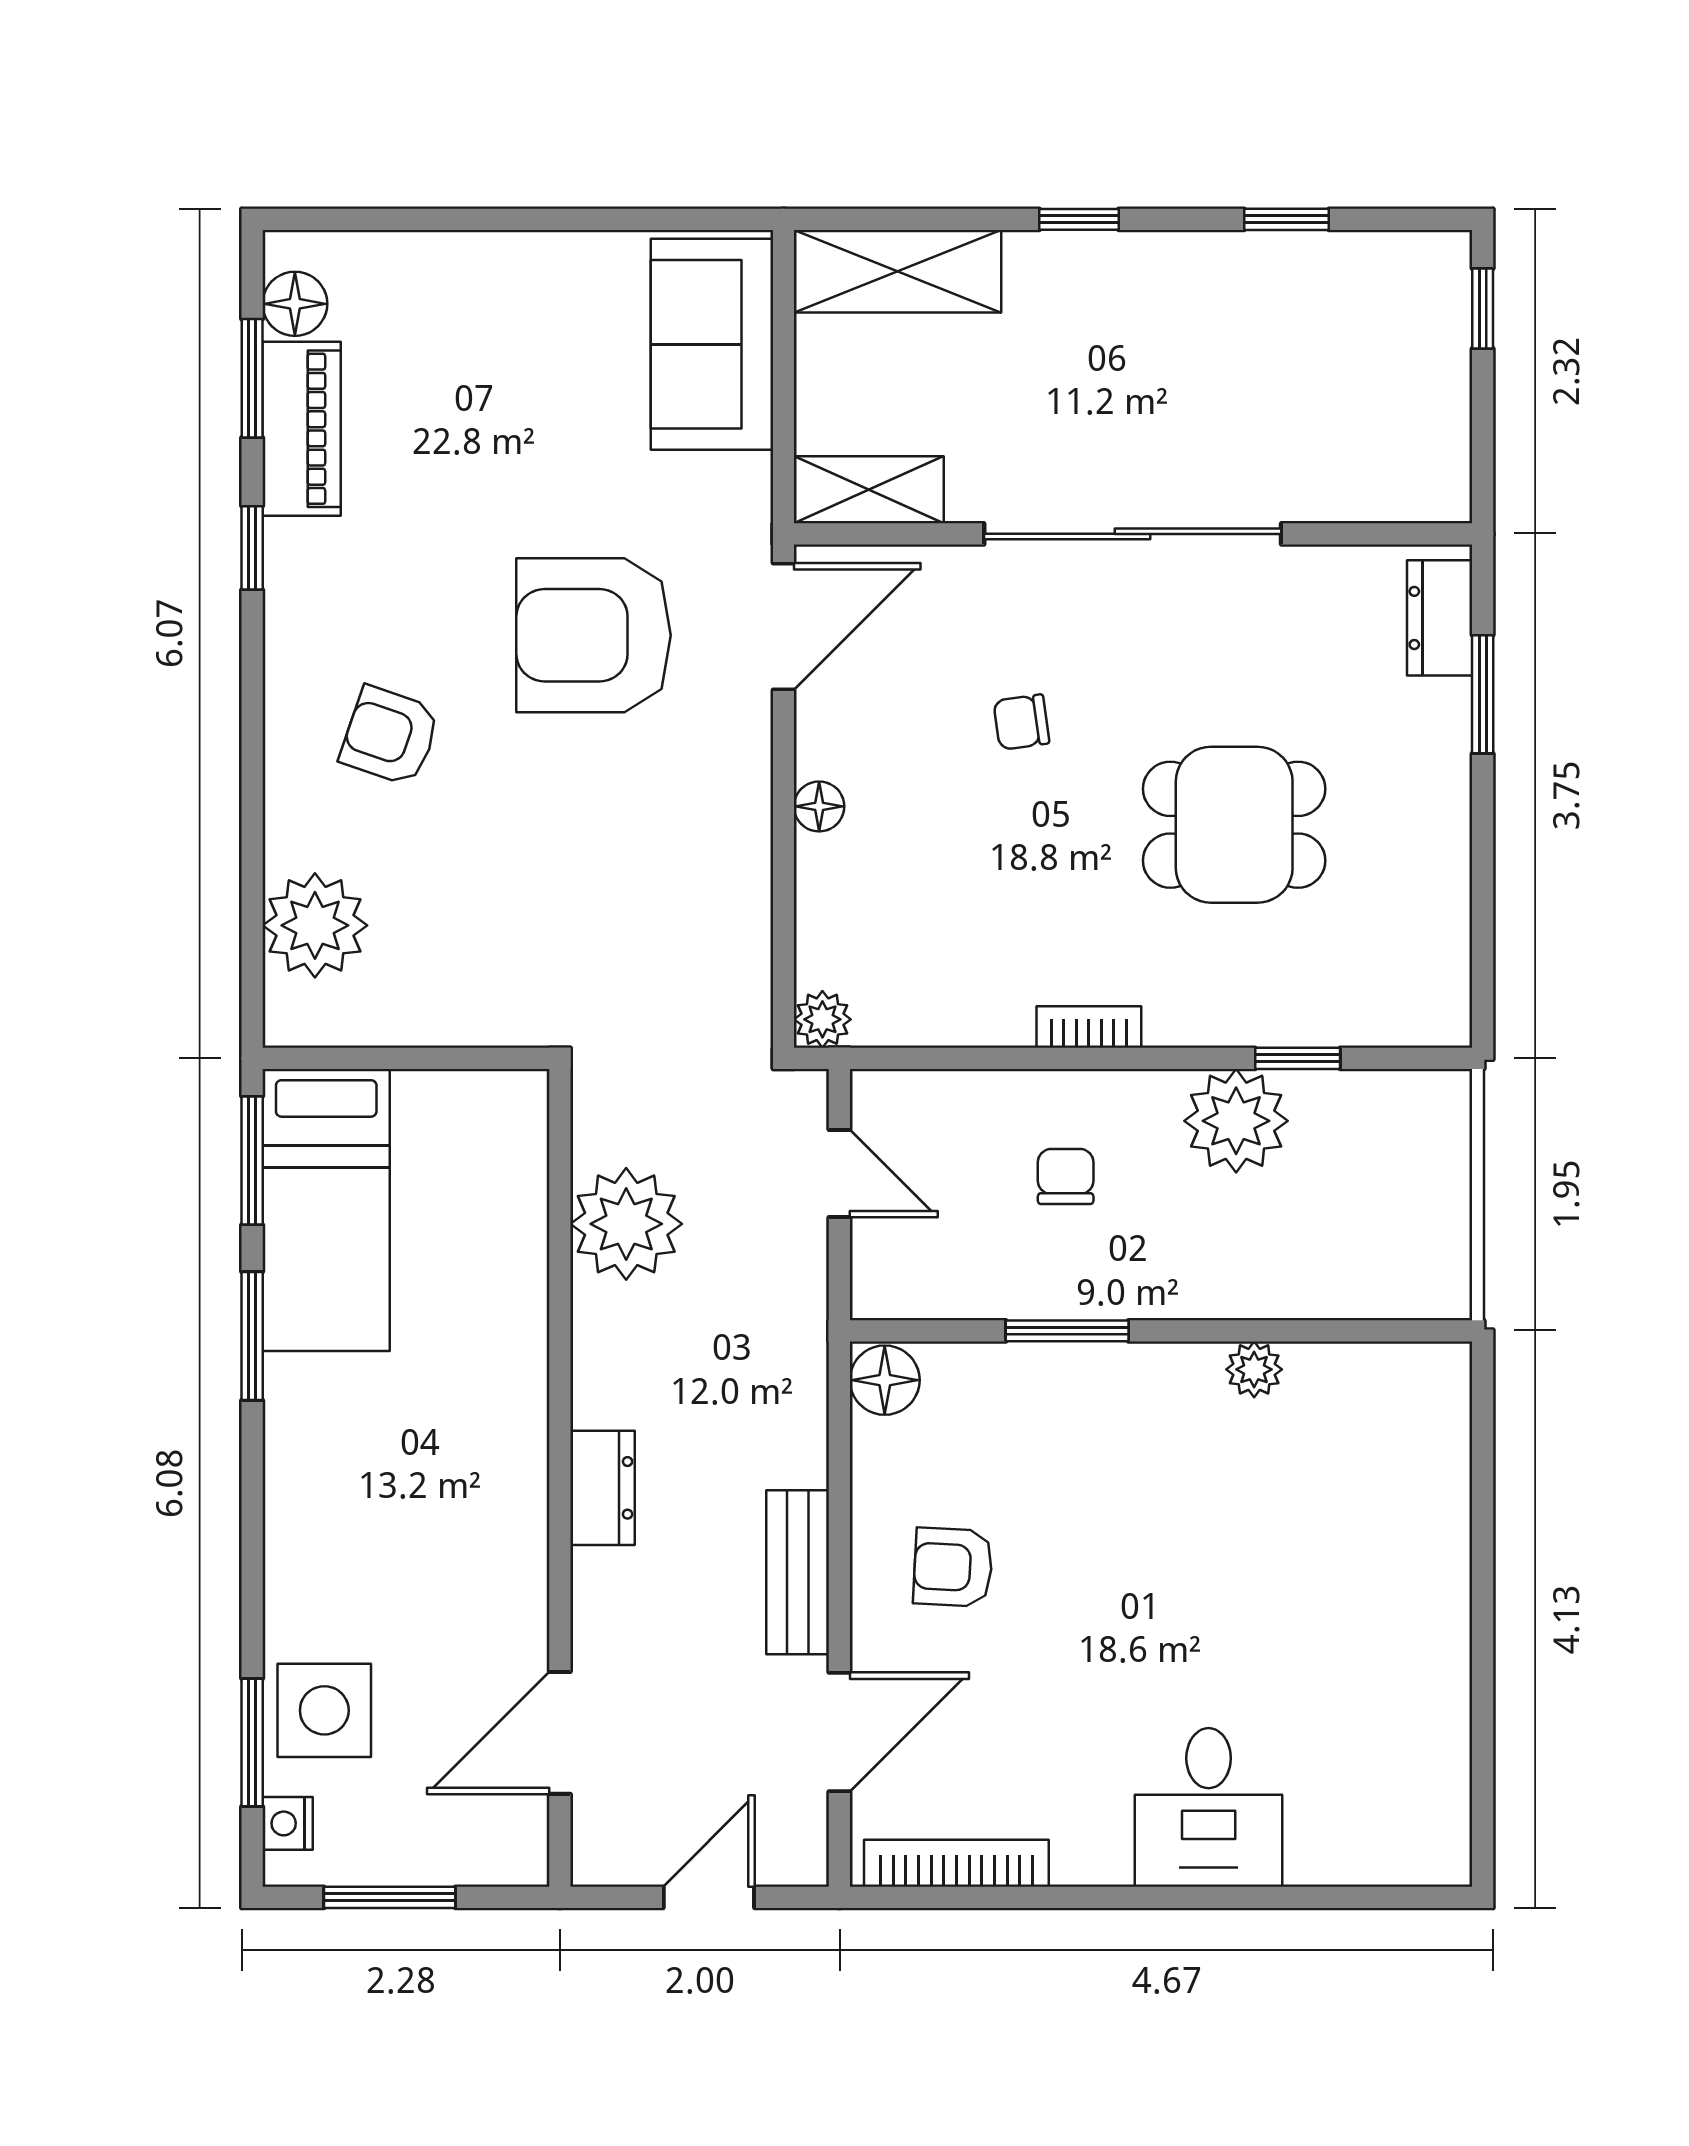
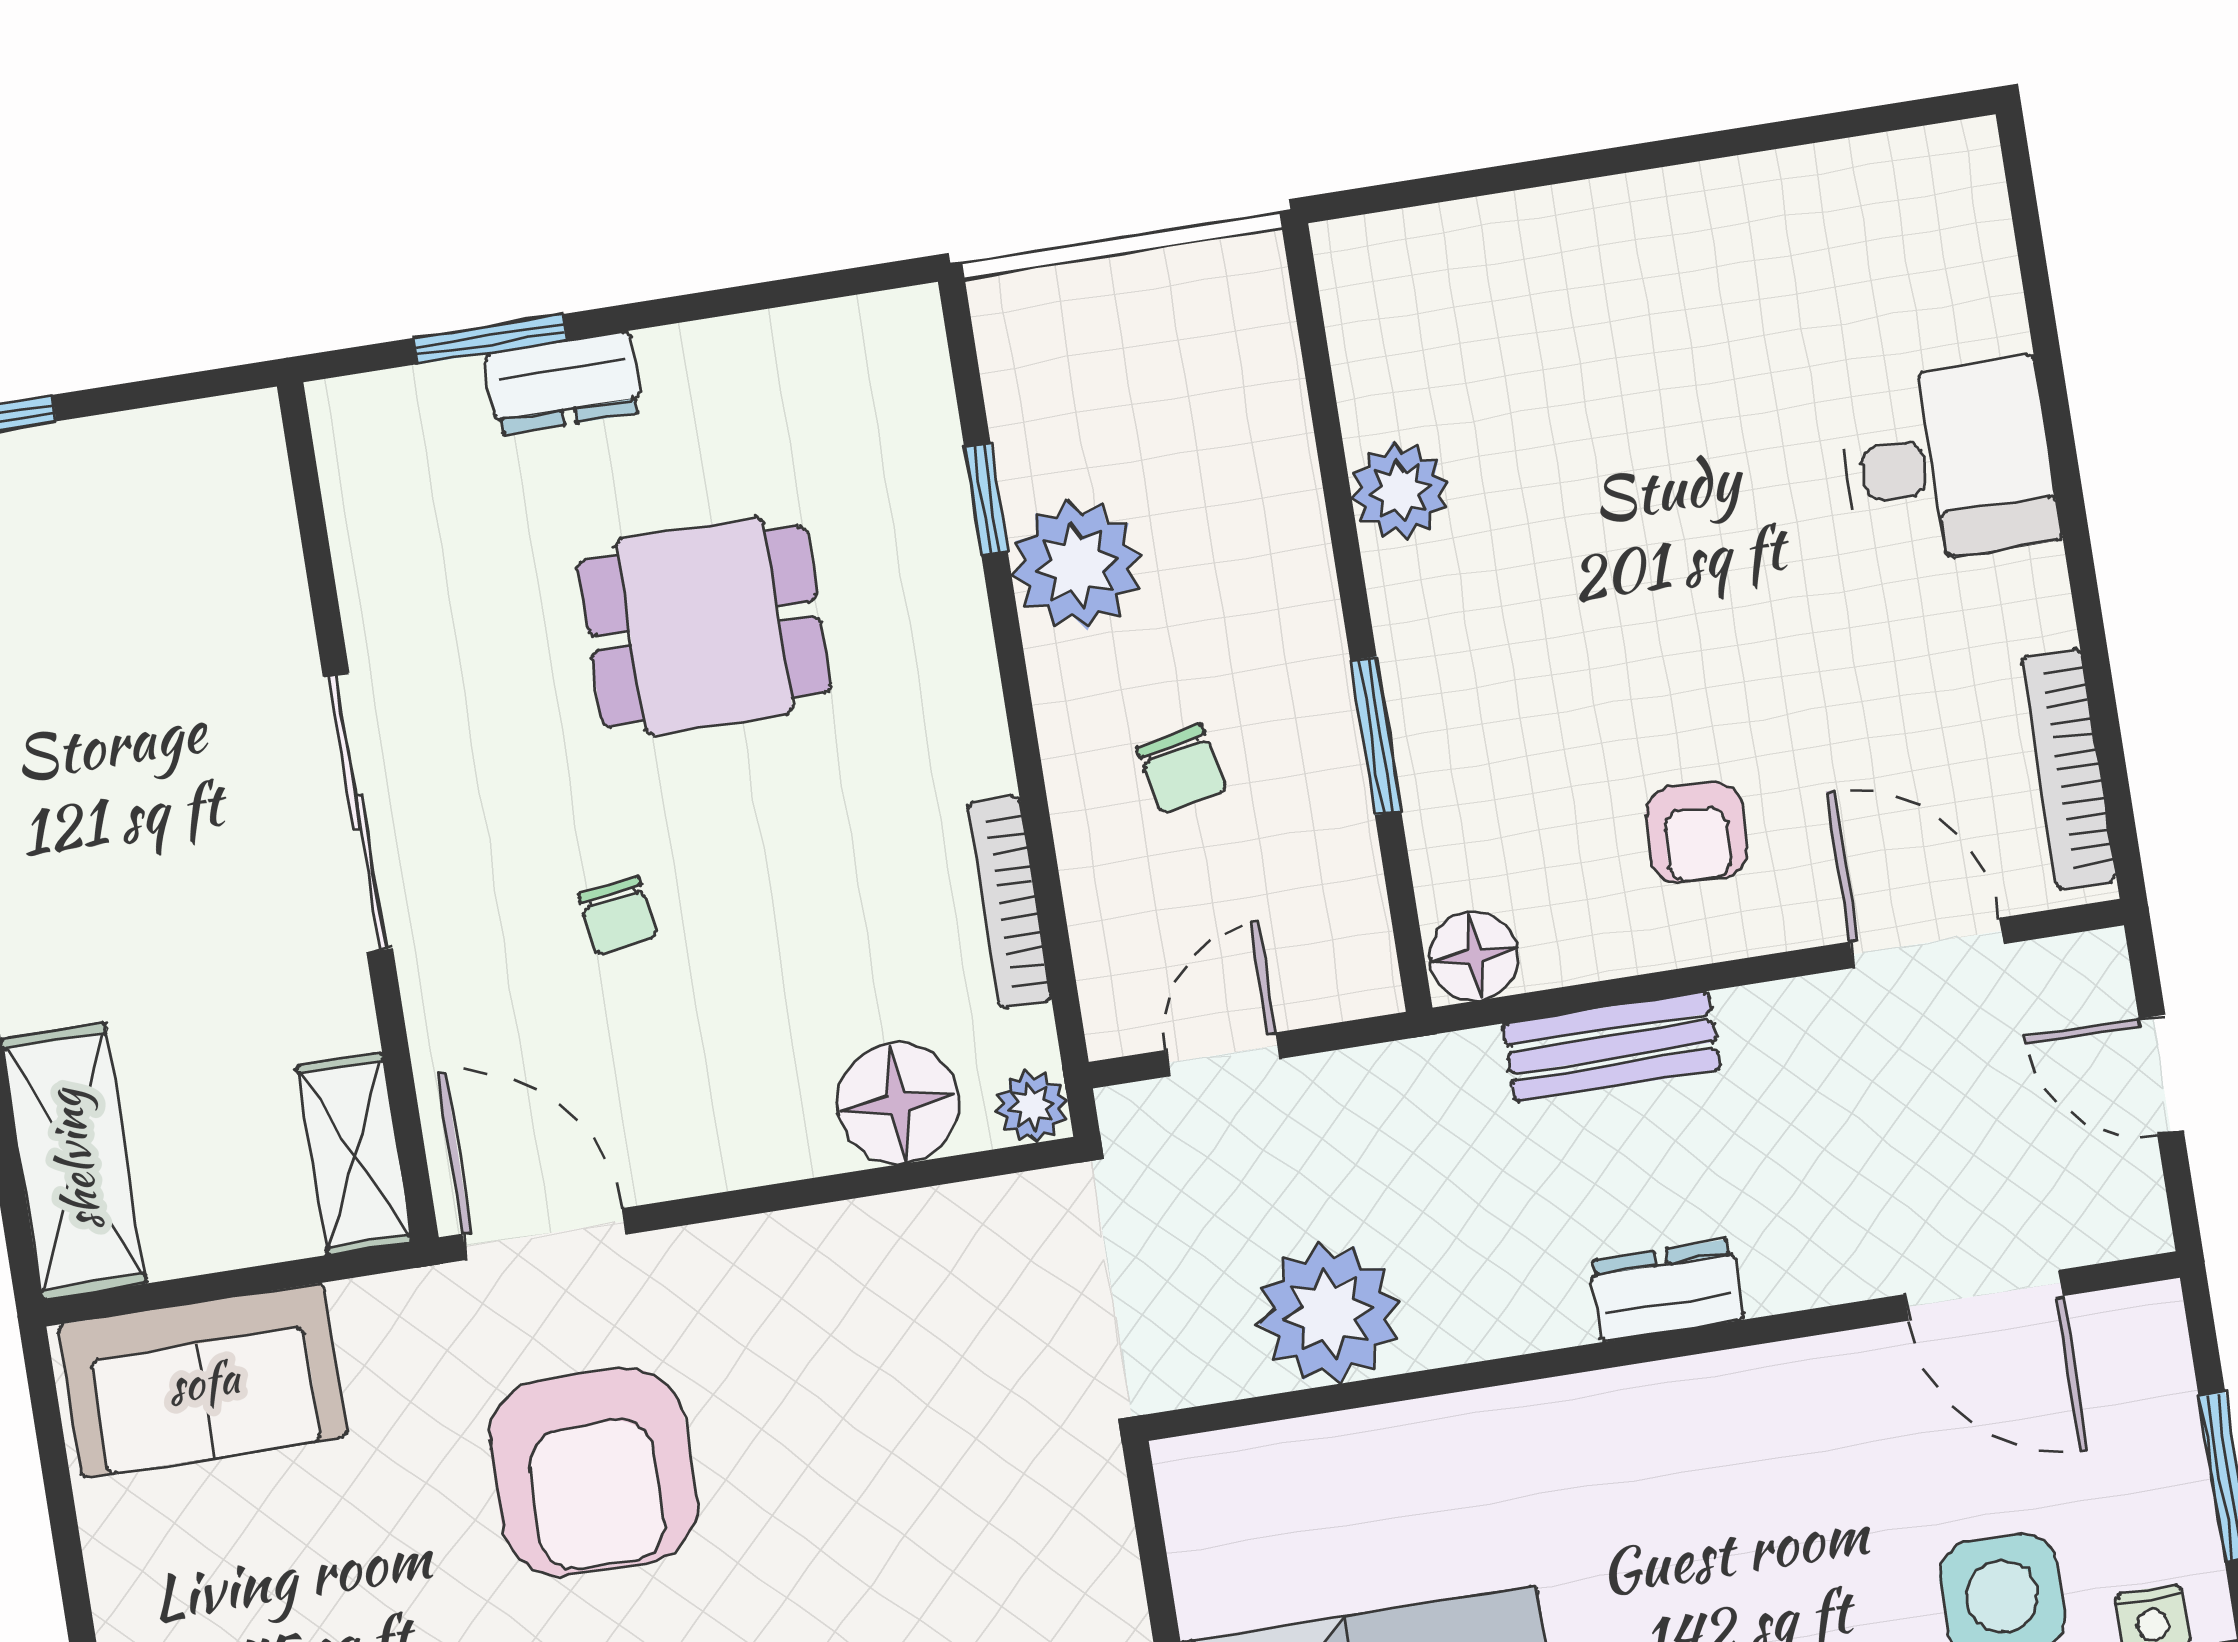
sliding door: (1133, 534) -> (358, 812), width x0.73
dresser: (1440, 618) -> (564, 383), moved
floor lamp: (819, 806) -> (898, 1103), moved, width x1.89, depth x1.89
dining table: (1234, 825) -> (704, 626), turned 90
bookcase: (1089, 1027) -> (1009, 902), moved, width x1.56
chair: (1066, 1176) -> (1181, 769), turned -102
plant: (1254, 1369) -> (1400, 490), width x1.38, depth x1.38
bench: (798, 1572) -> (1612, 1047), moved

